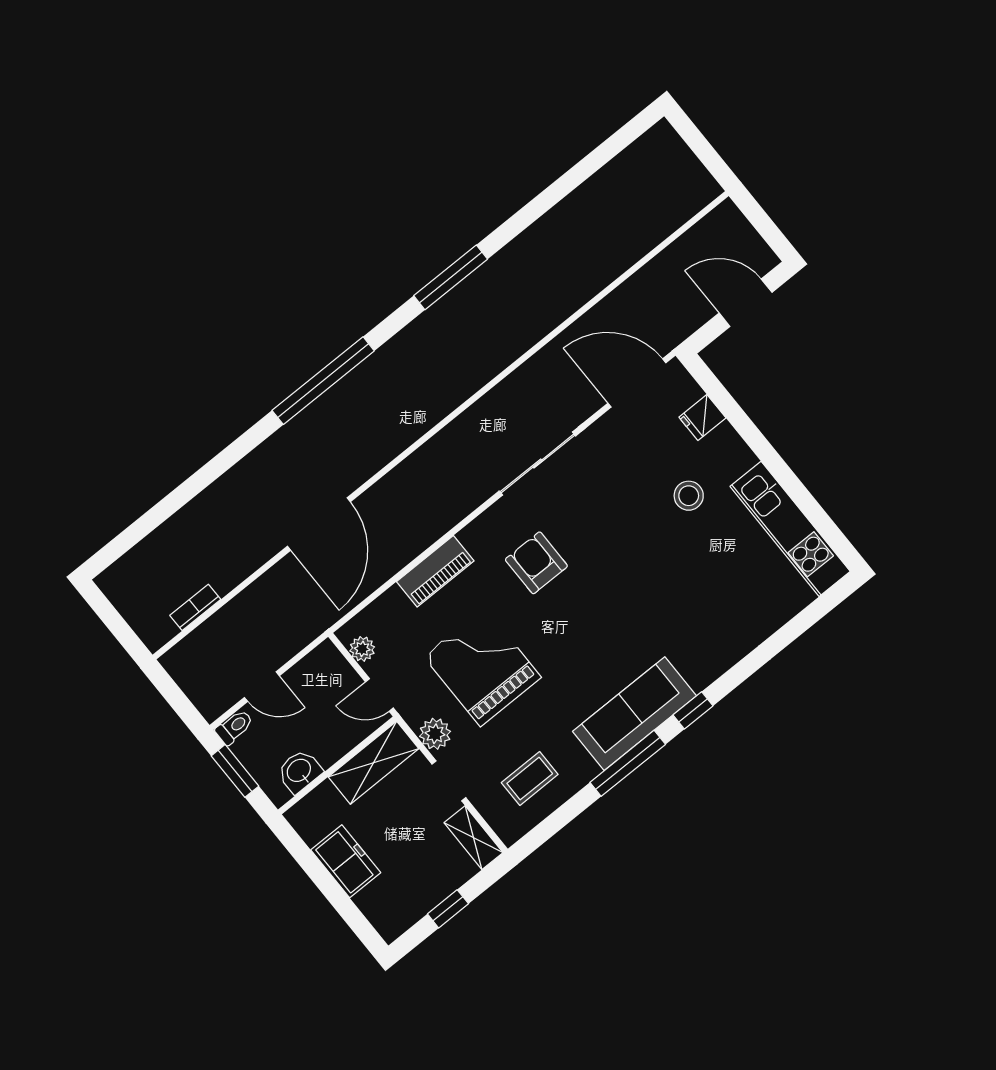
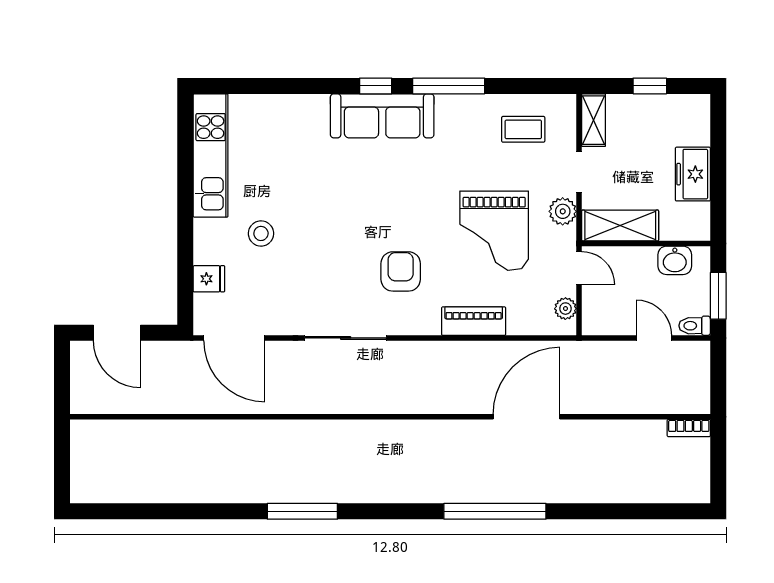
window: (323, 381) -> (495, 511), moved
armchair: (536, 563) -> (401, 271), turned 180
bookcase: (195, 607) -> (689, 428), moved
sofa: (634, 714) -> (382, 116), moved

